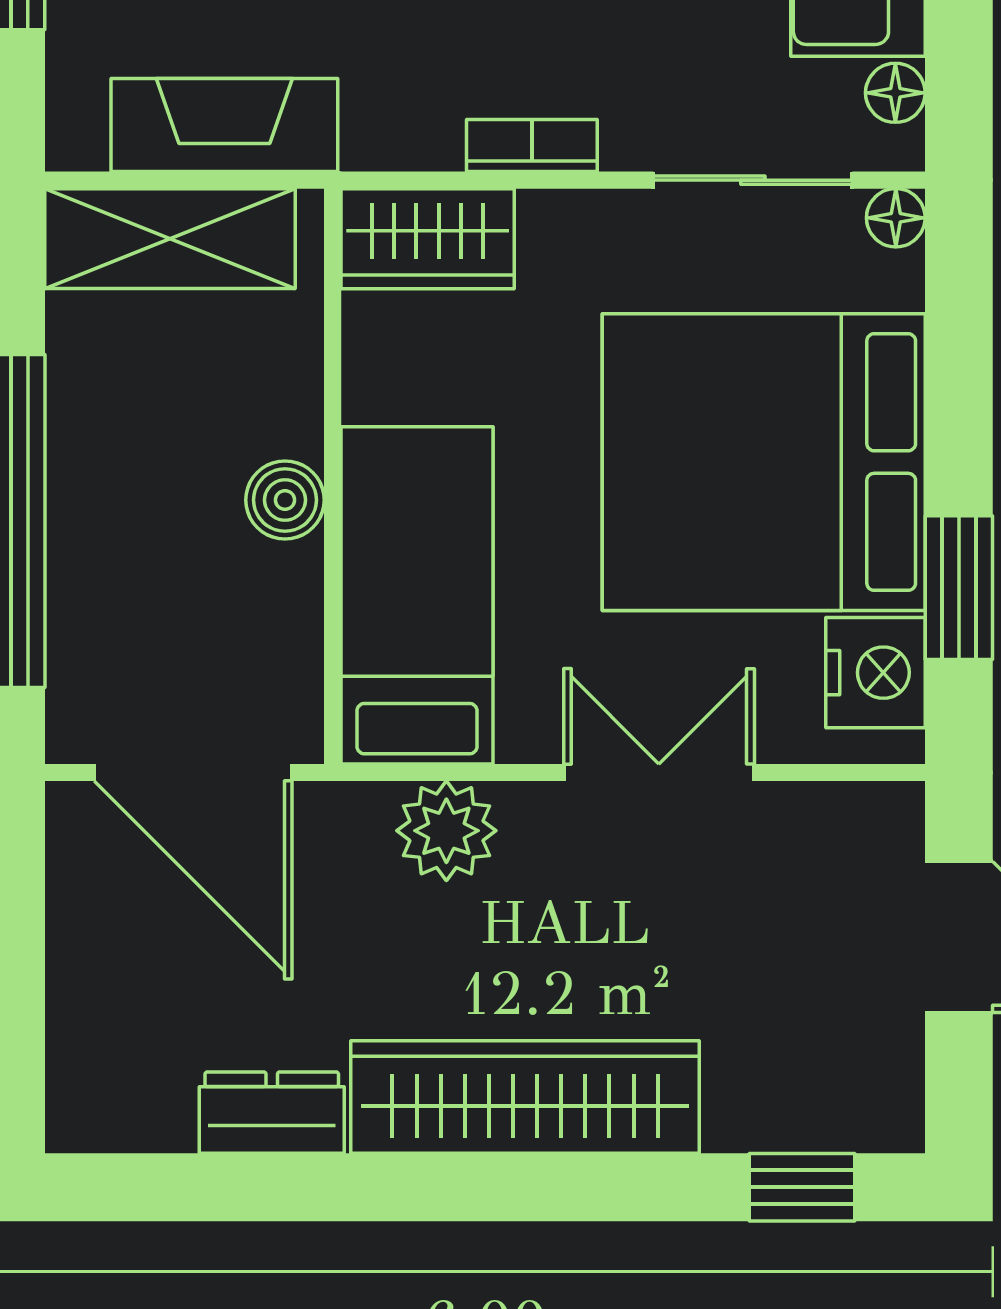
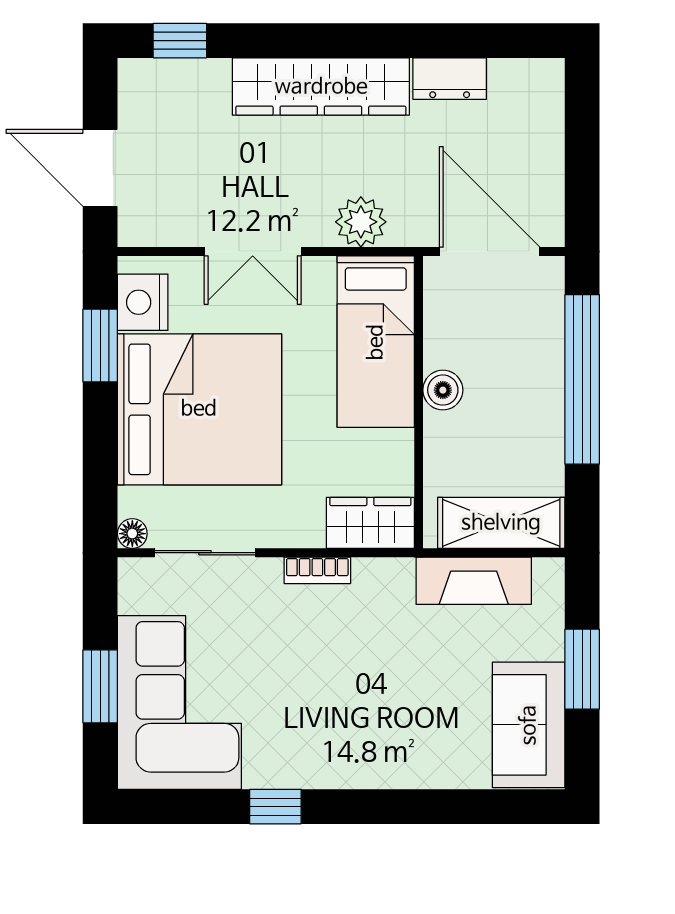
floor lamp: (895, 93) -> (133, 597), removed

